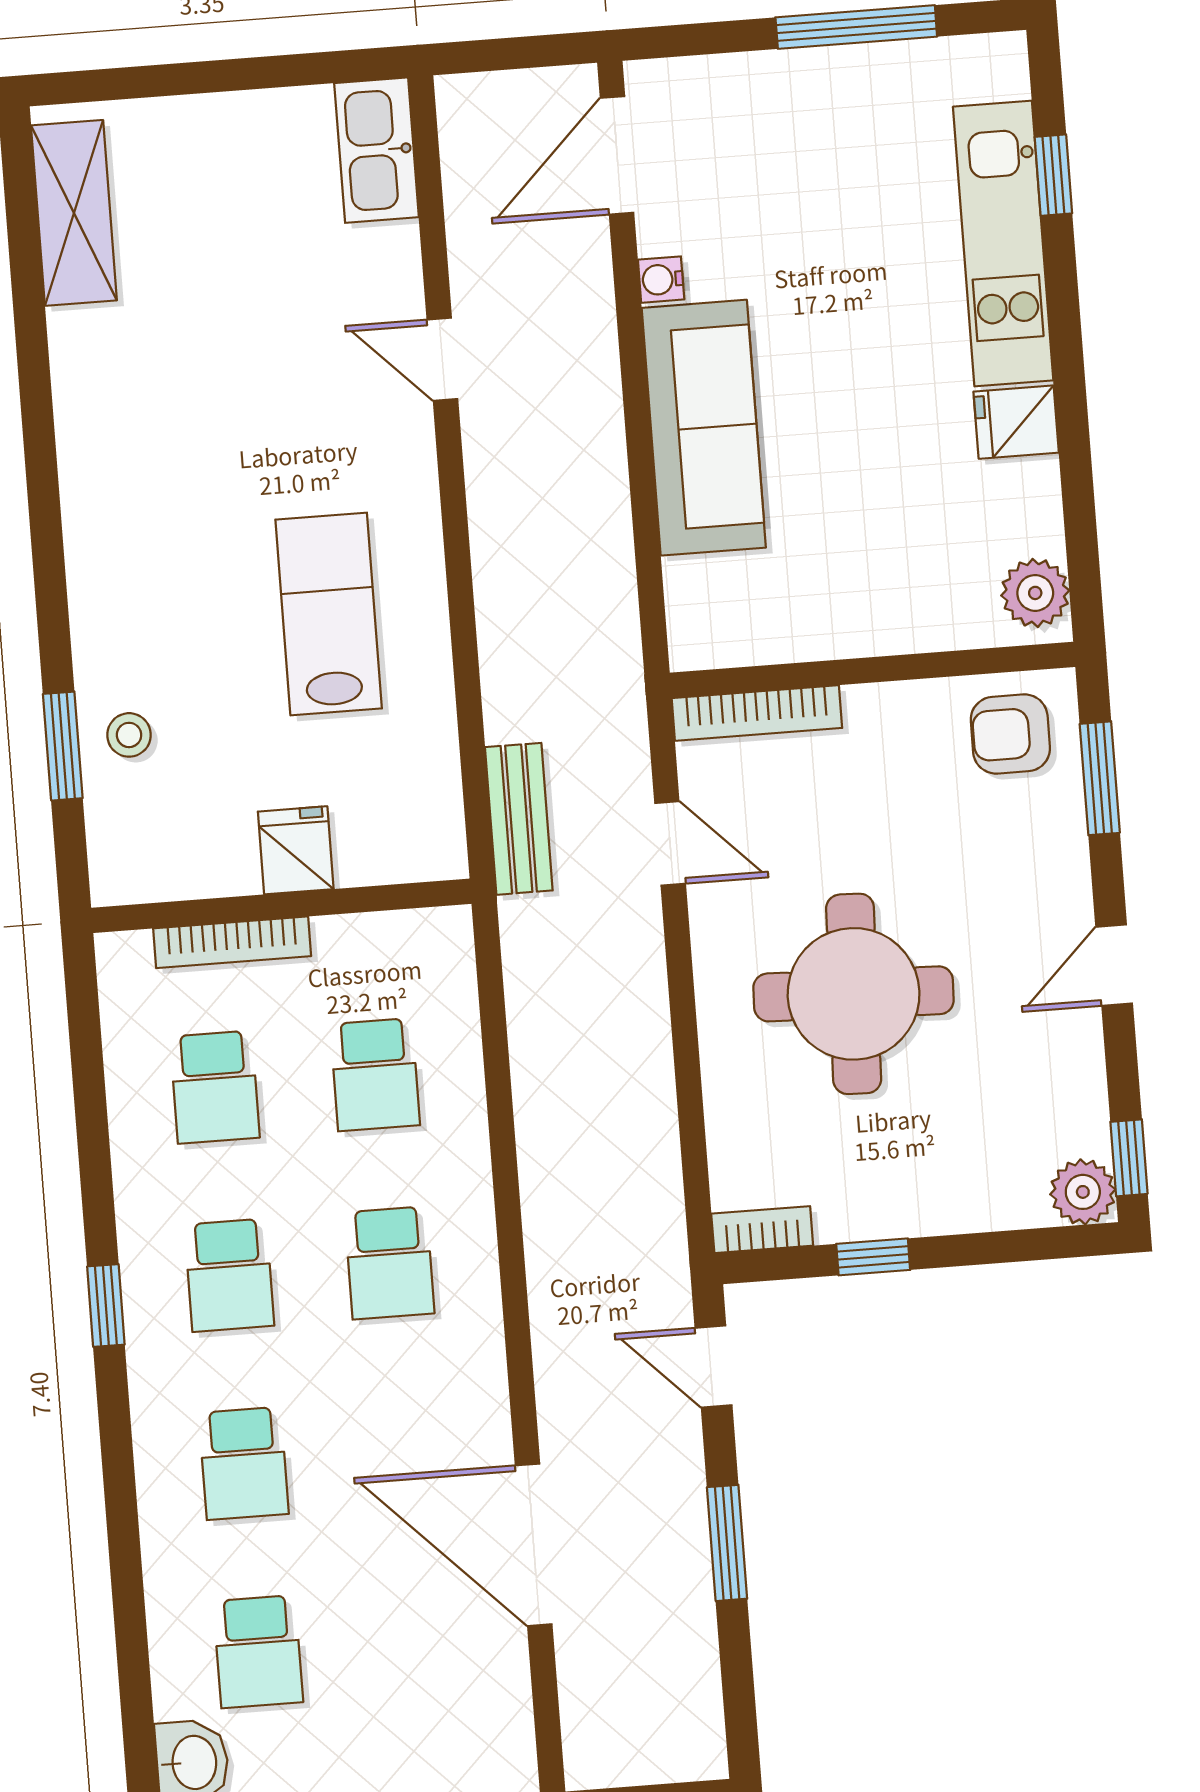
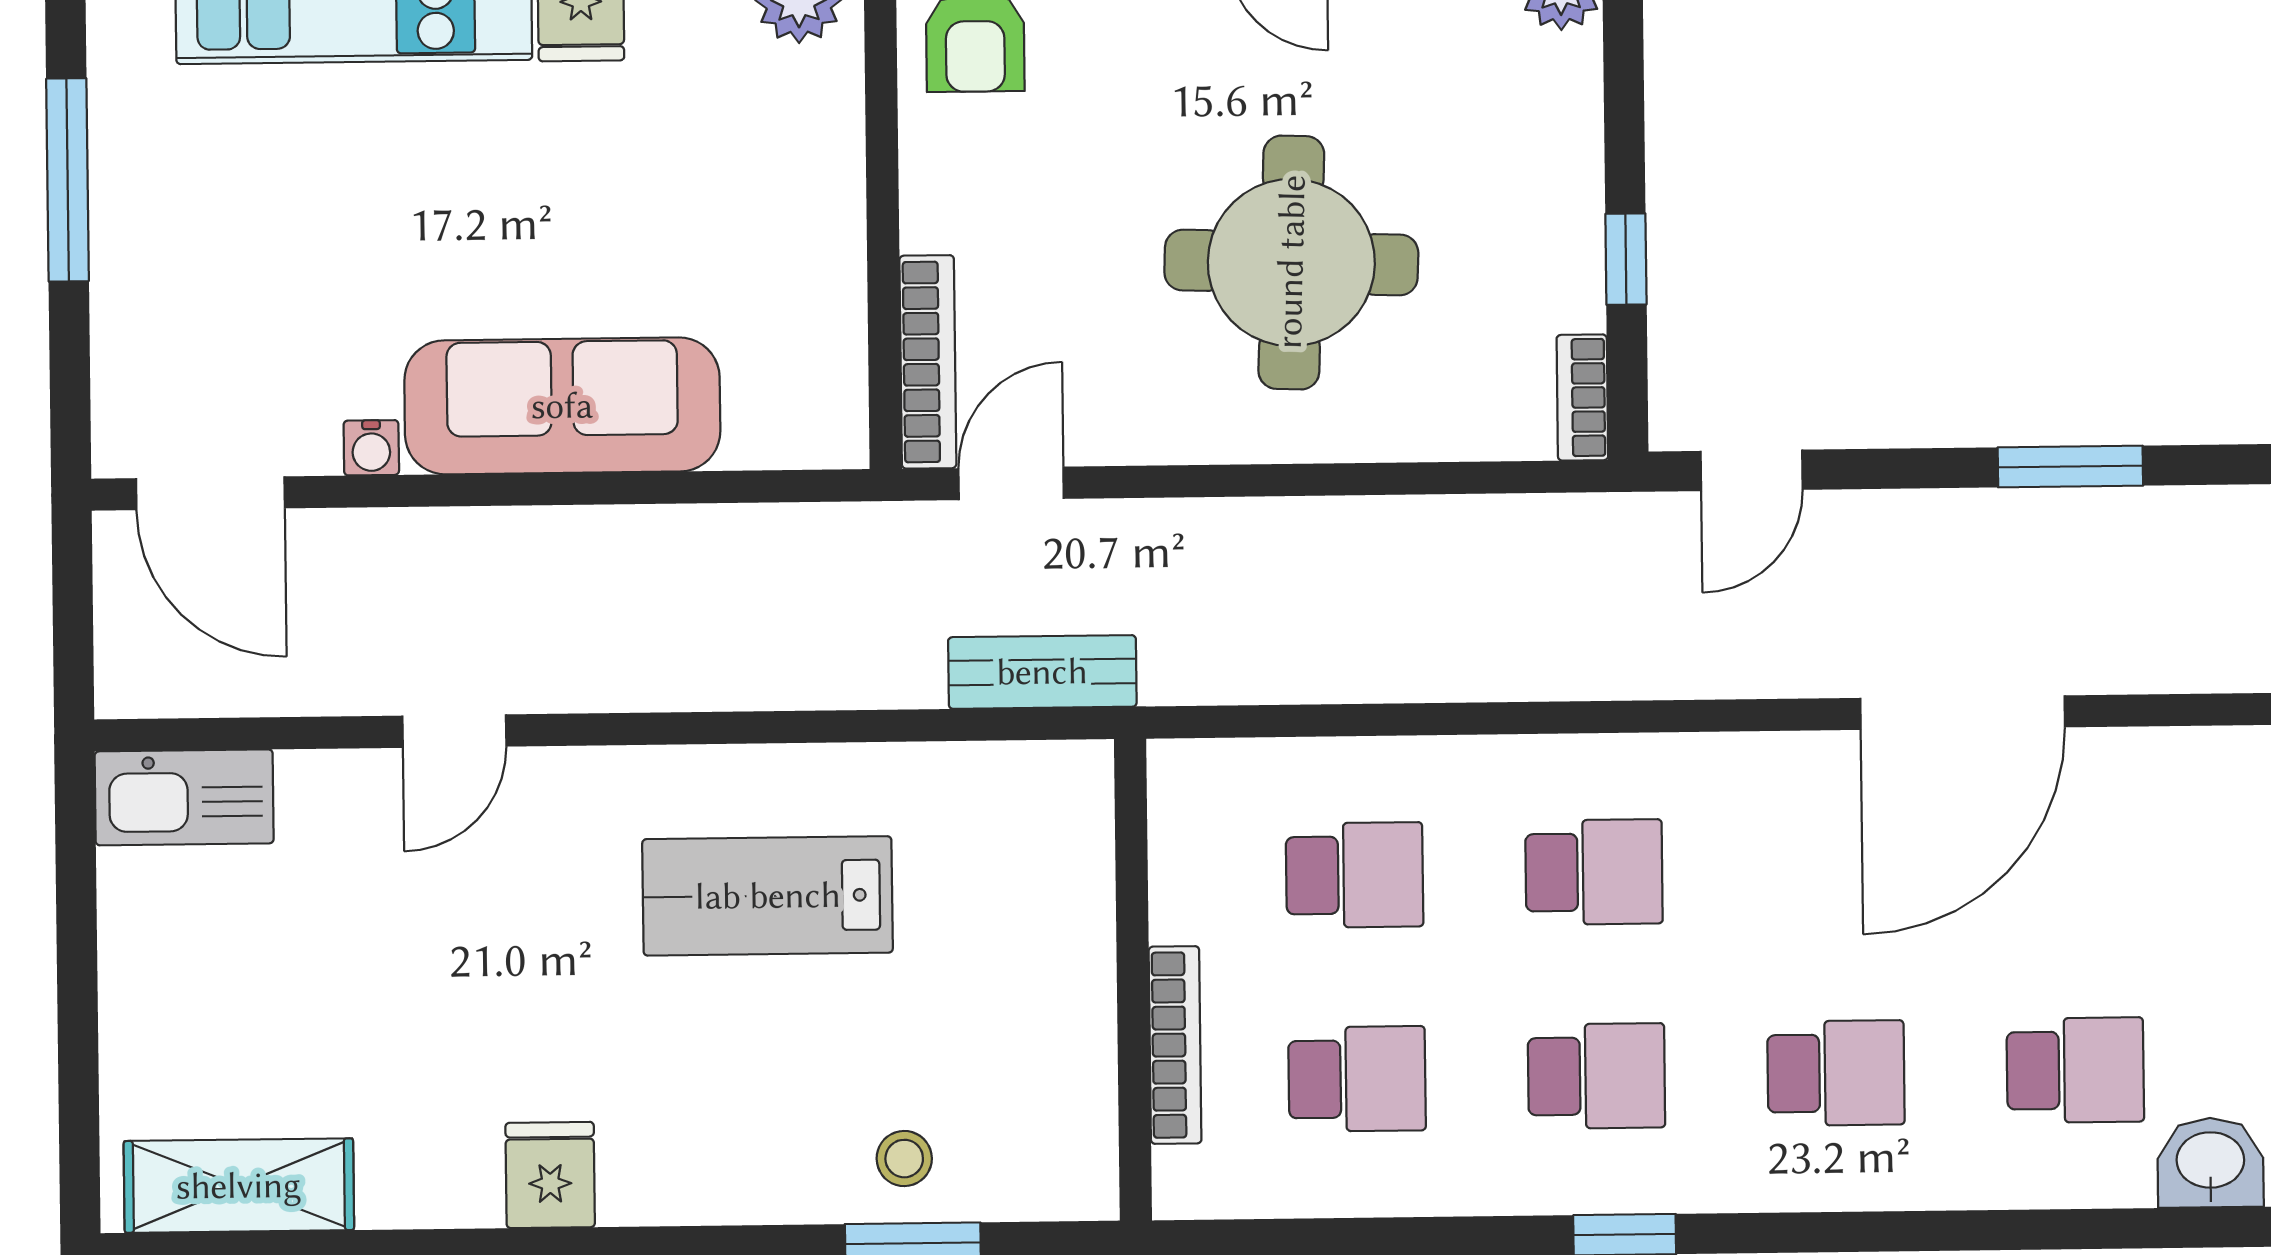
door: (670, 843) -> (1011, 483), moved
fridge: (296, 850) -> (550, 1175), moved, turned 90
window: (727, 1543) -> (2070, 466), moved

